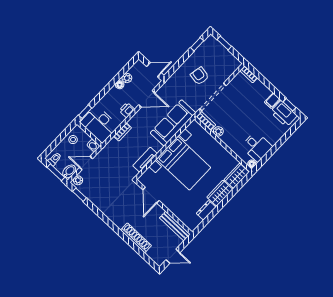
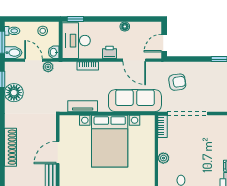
door: (154, 70) -> (164, 43), swing flipped
armchair: (200, 76) -> (177, 82), moved, turned 71
plant: (127, 78) -> (136, 27), removed
plant: (218, 131) -> (163, 158), moved
plant: (78, 180) -> (48, 67), moved
floor lamp: (95, 195) -> (14, 93), added
door: (151, 195) -> (58, 152), moved
shoe rack: (136, 238) -> (11, 147), moved

